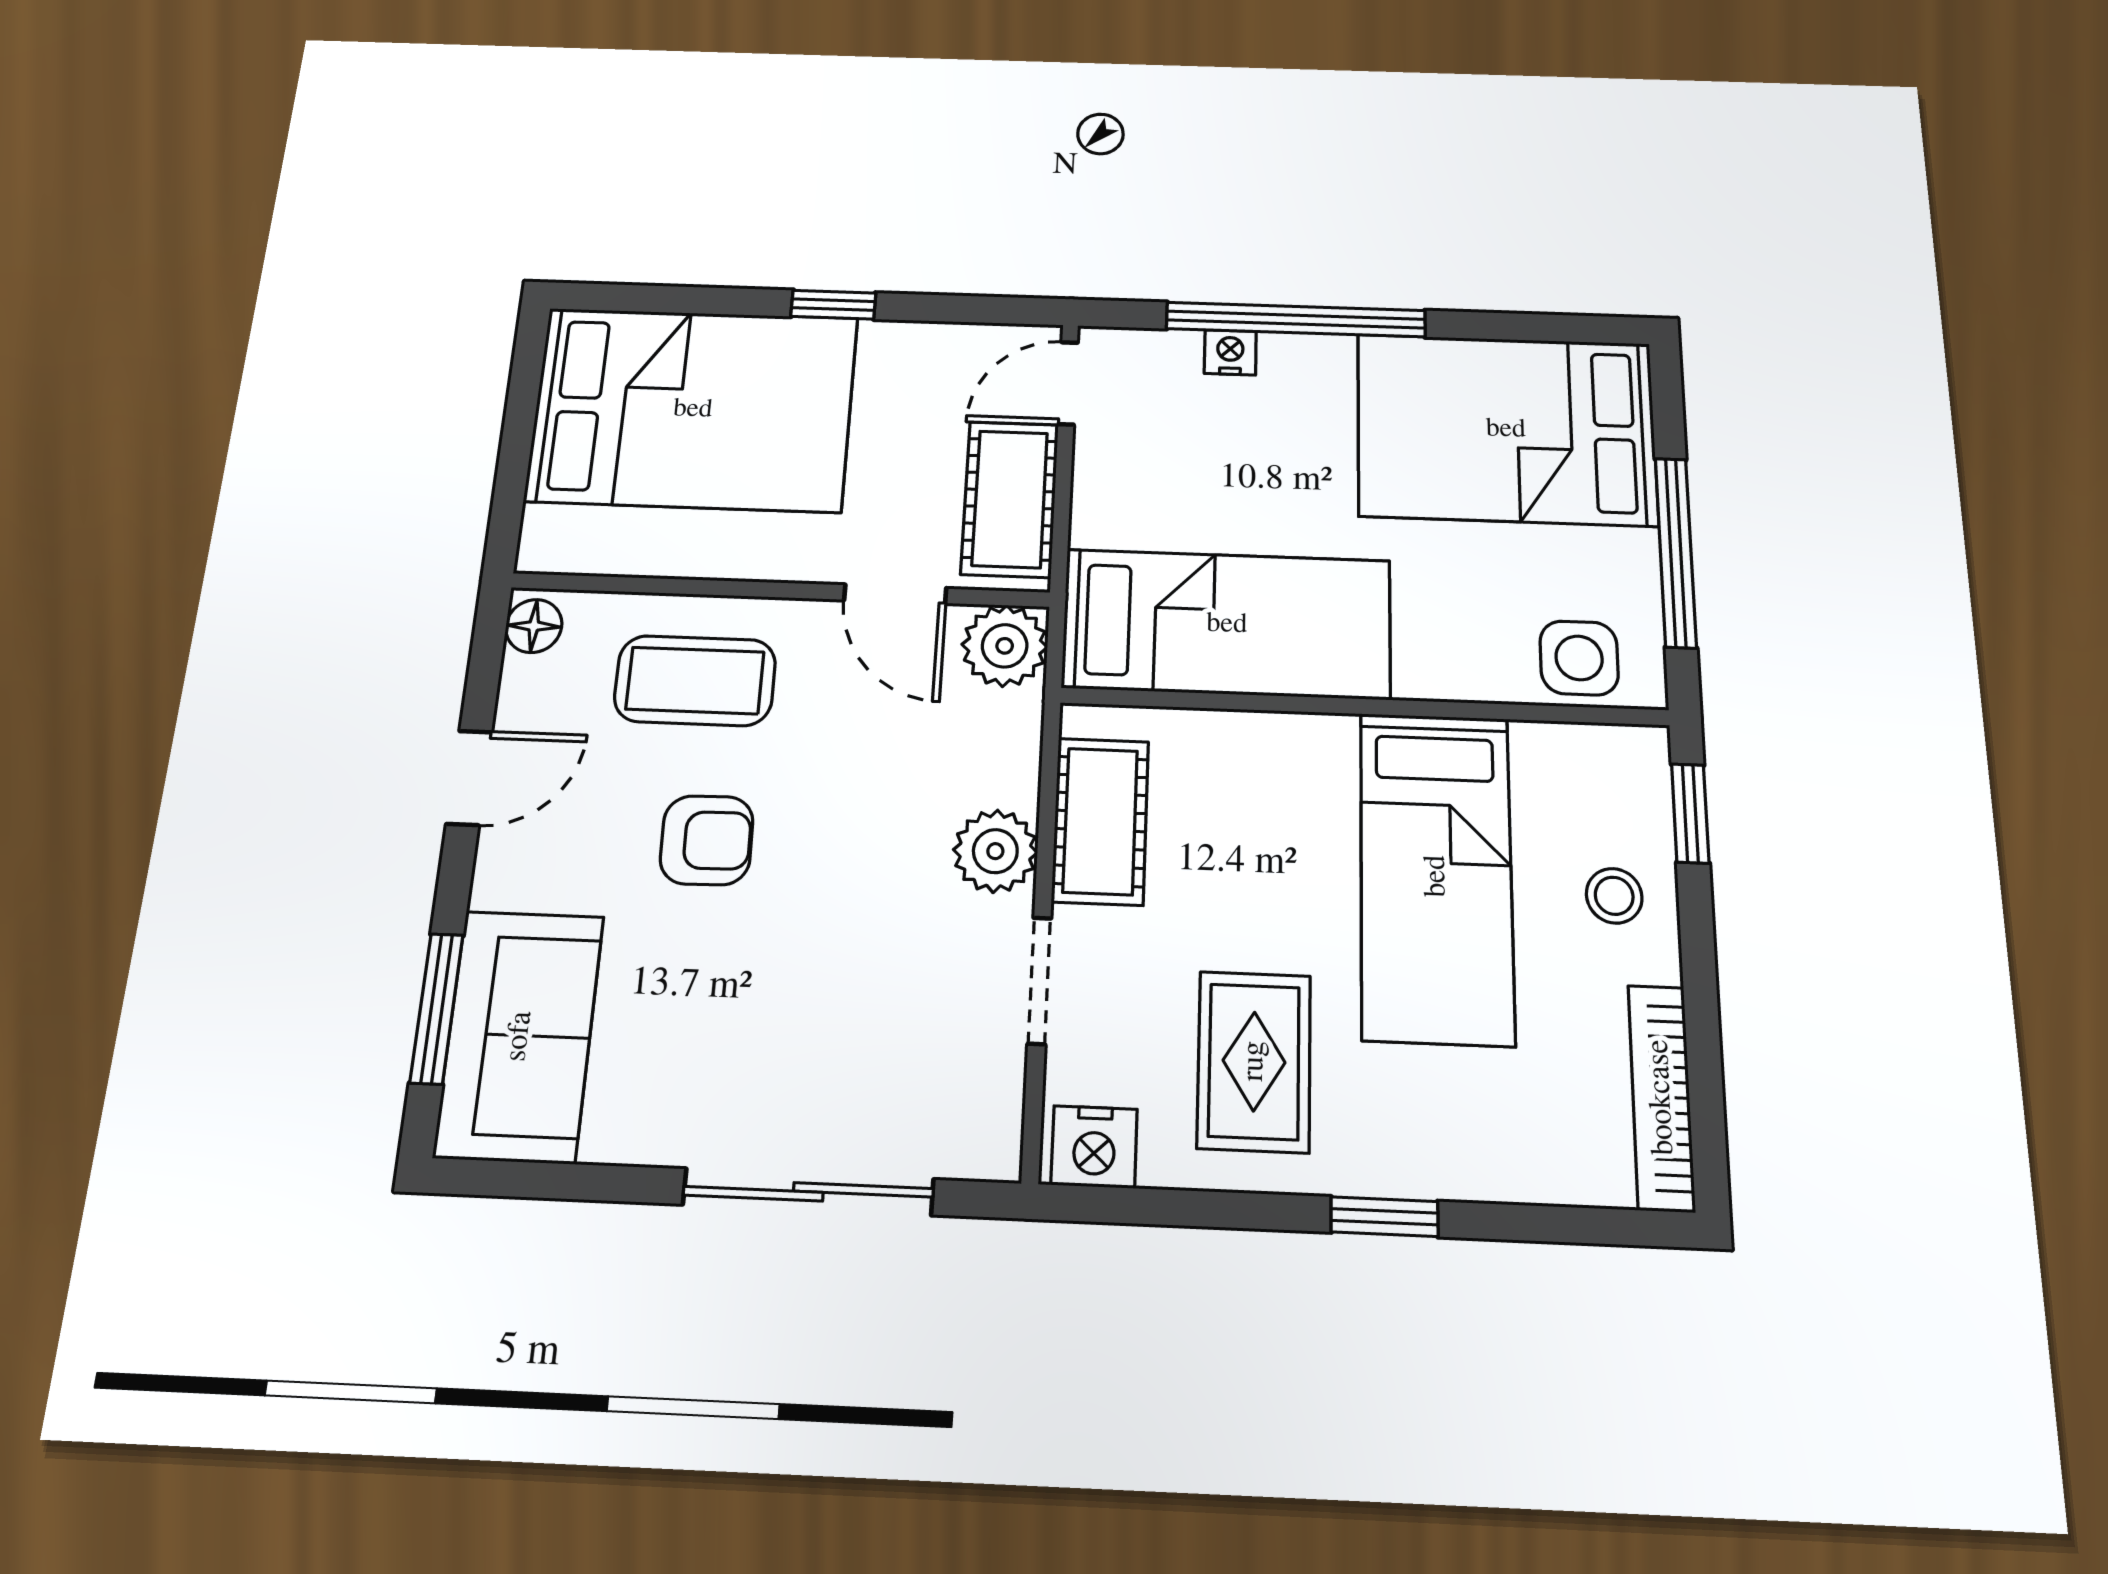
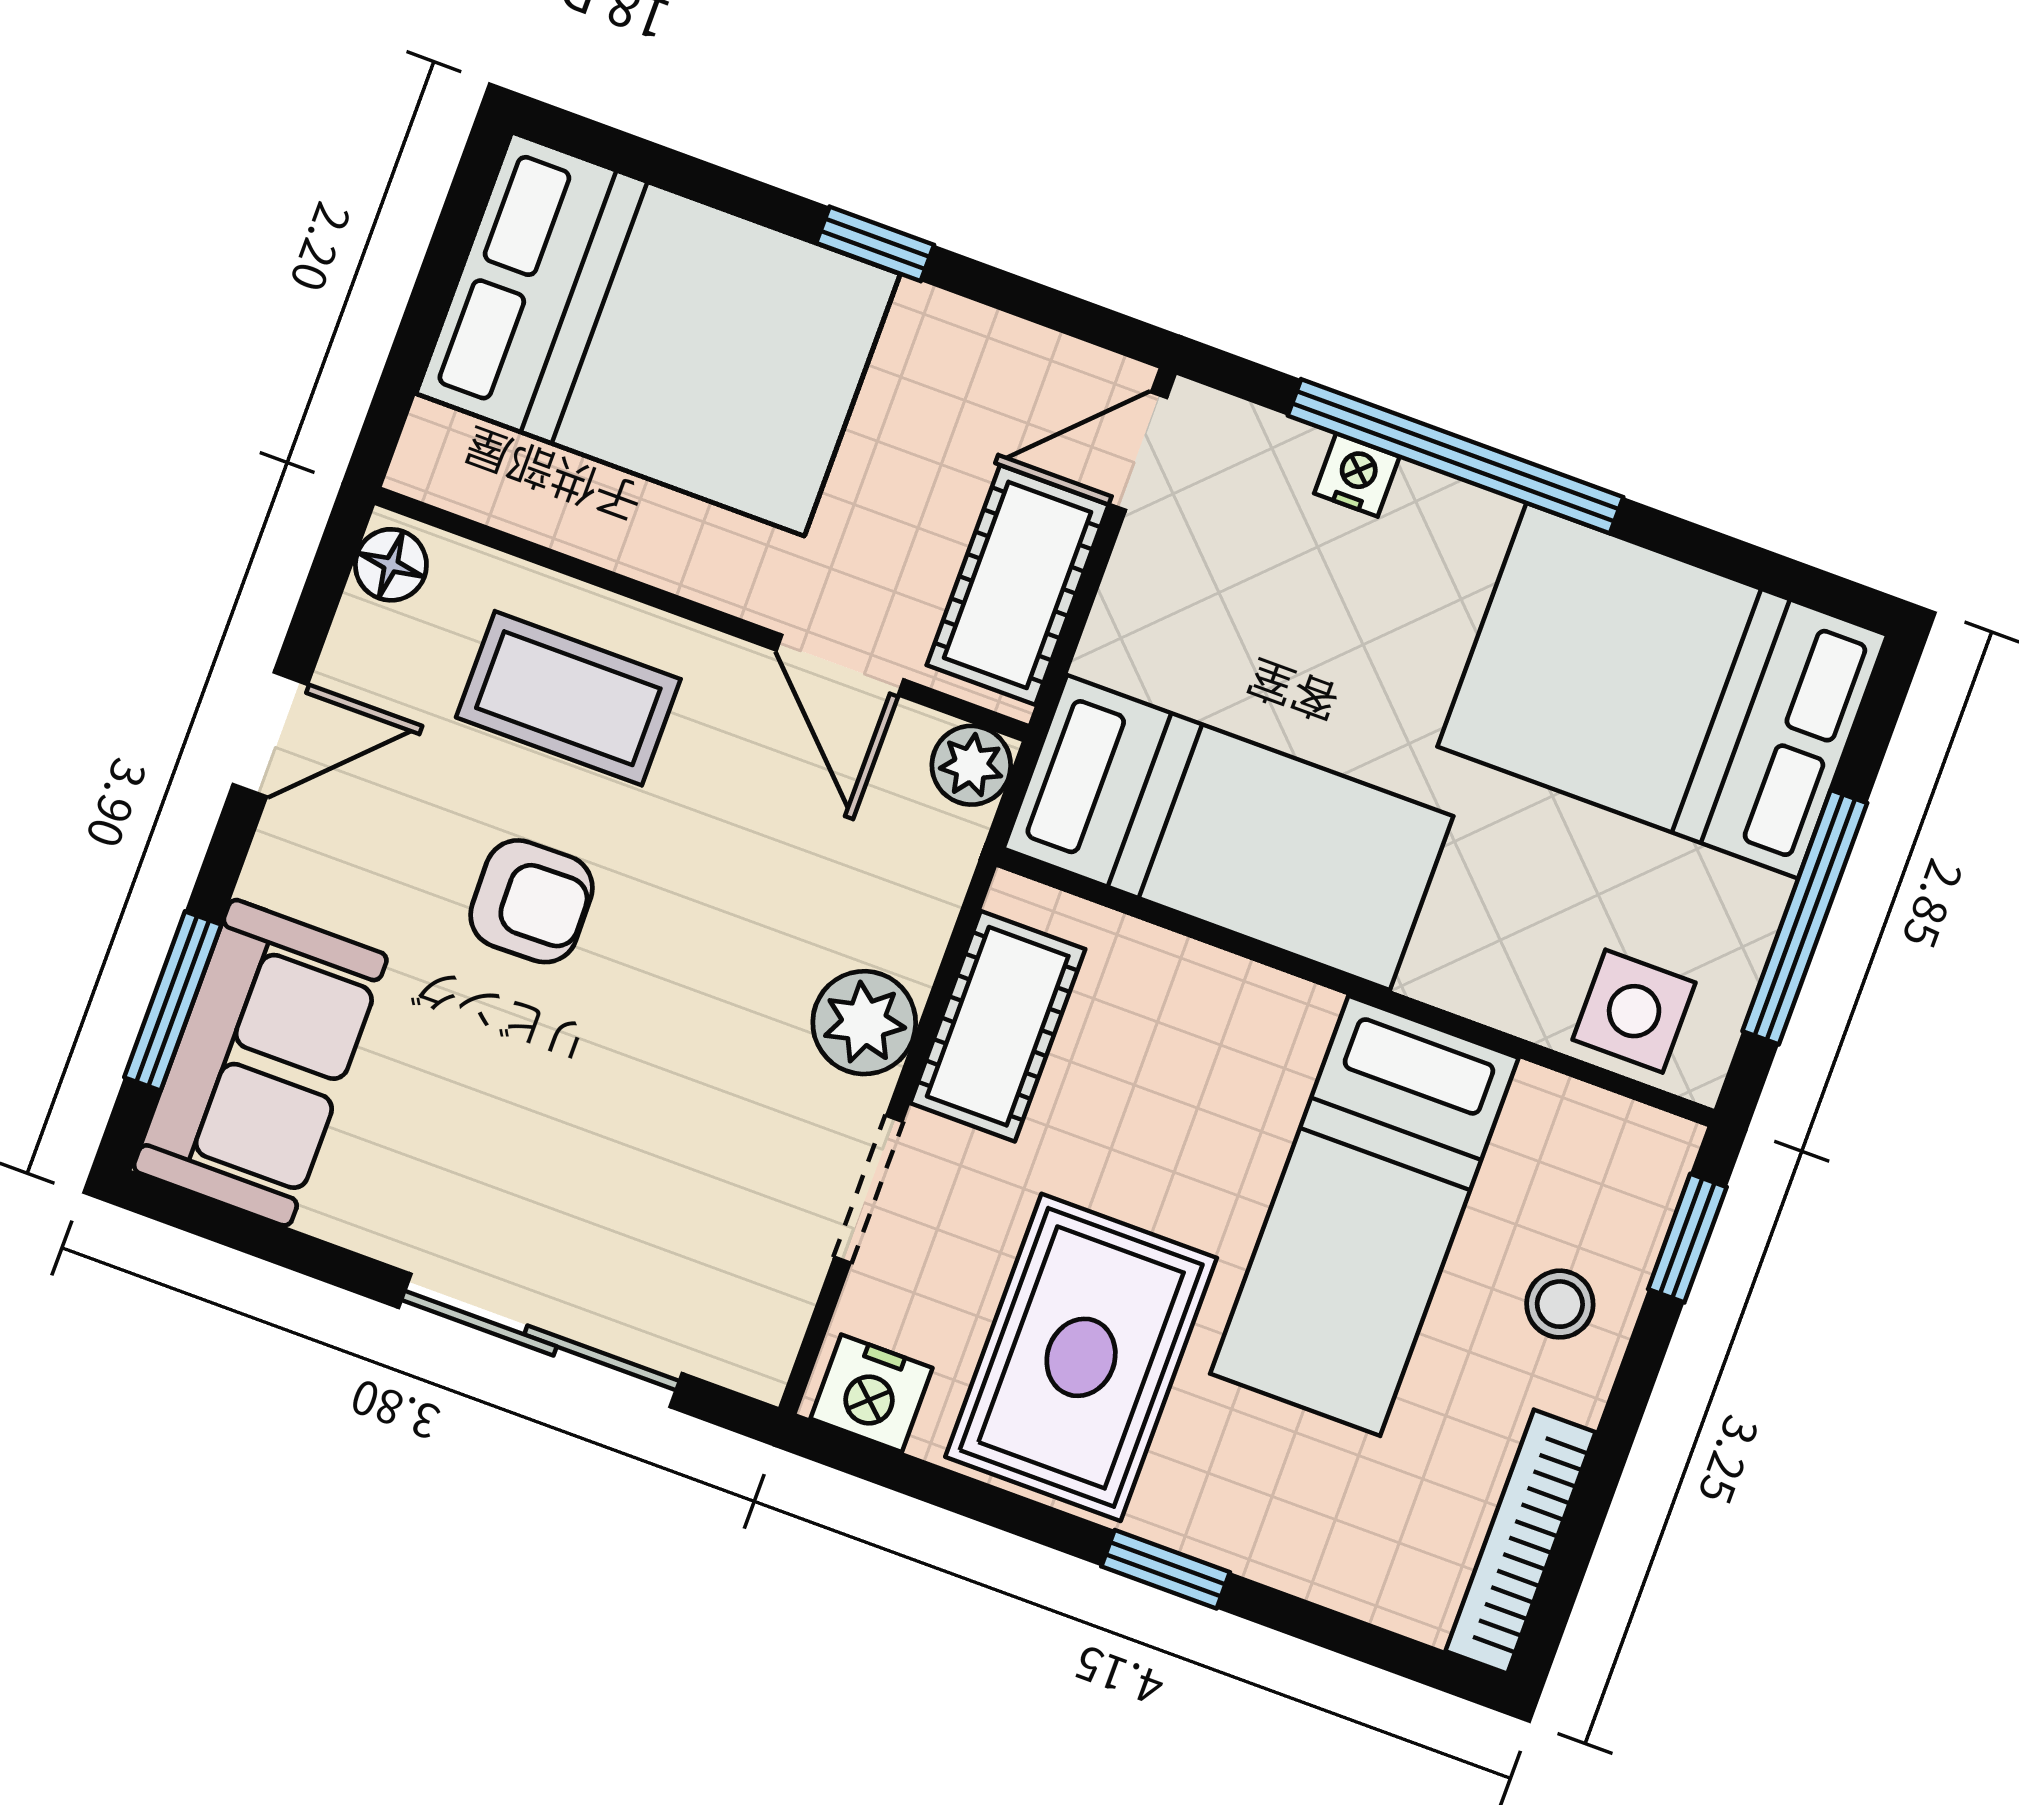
plant: (1005, 646) -> (971, 765), width x0.73, depth x0.73
rug: (1254, 1061) -> (1081, 1357), width x1.36, depth x1.43

